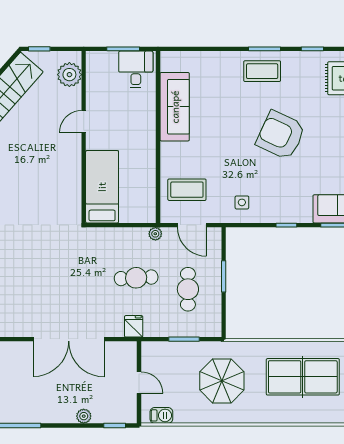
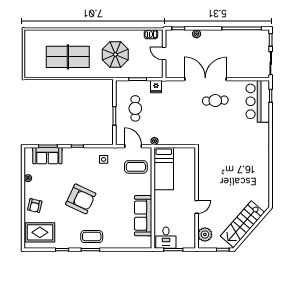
bed: (102, 187) -> (164, 169), moved
cafe table: (136, 278) -> (215, 101), moved
fridge: (134, 326) -> (156, 87), moved

